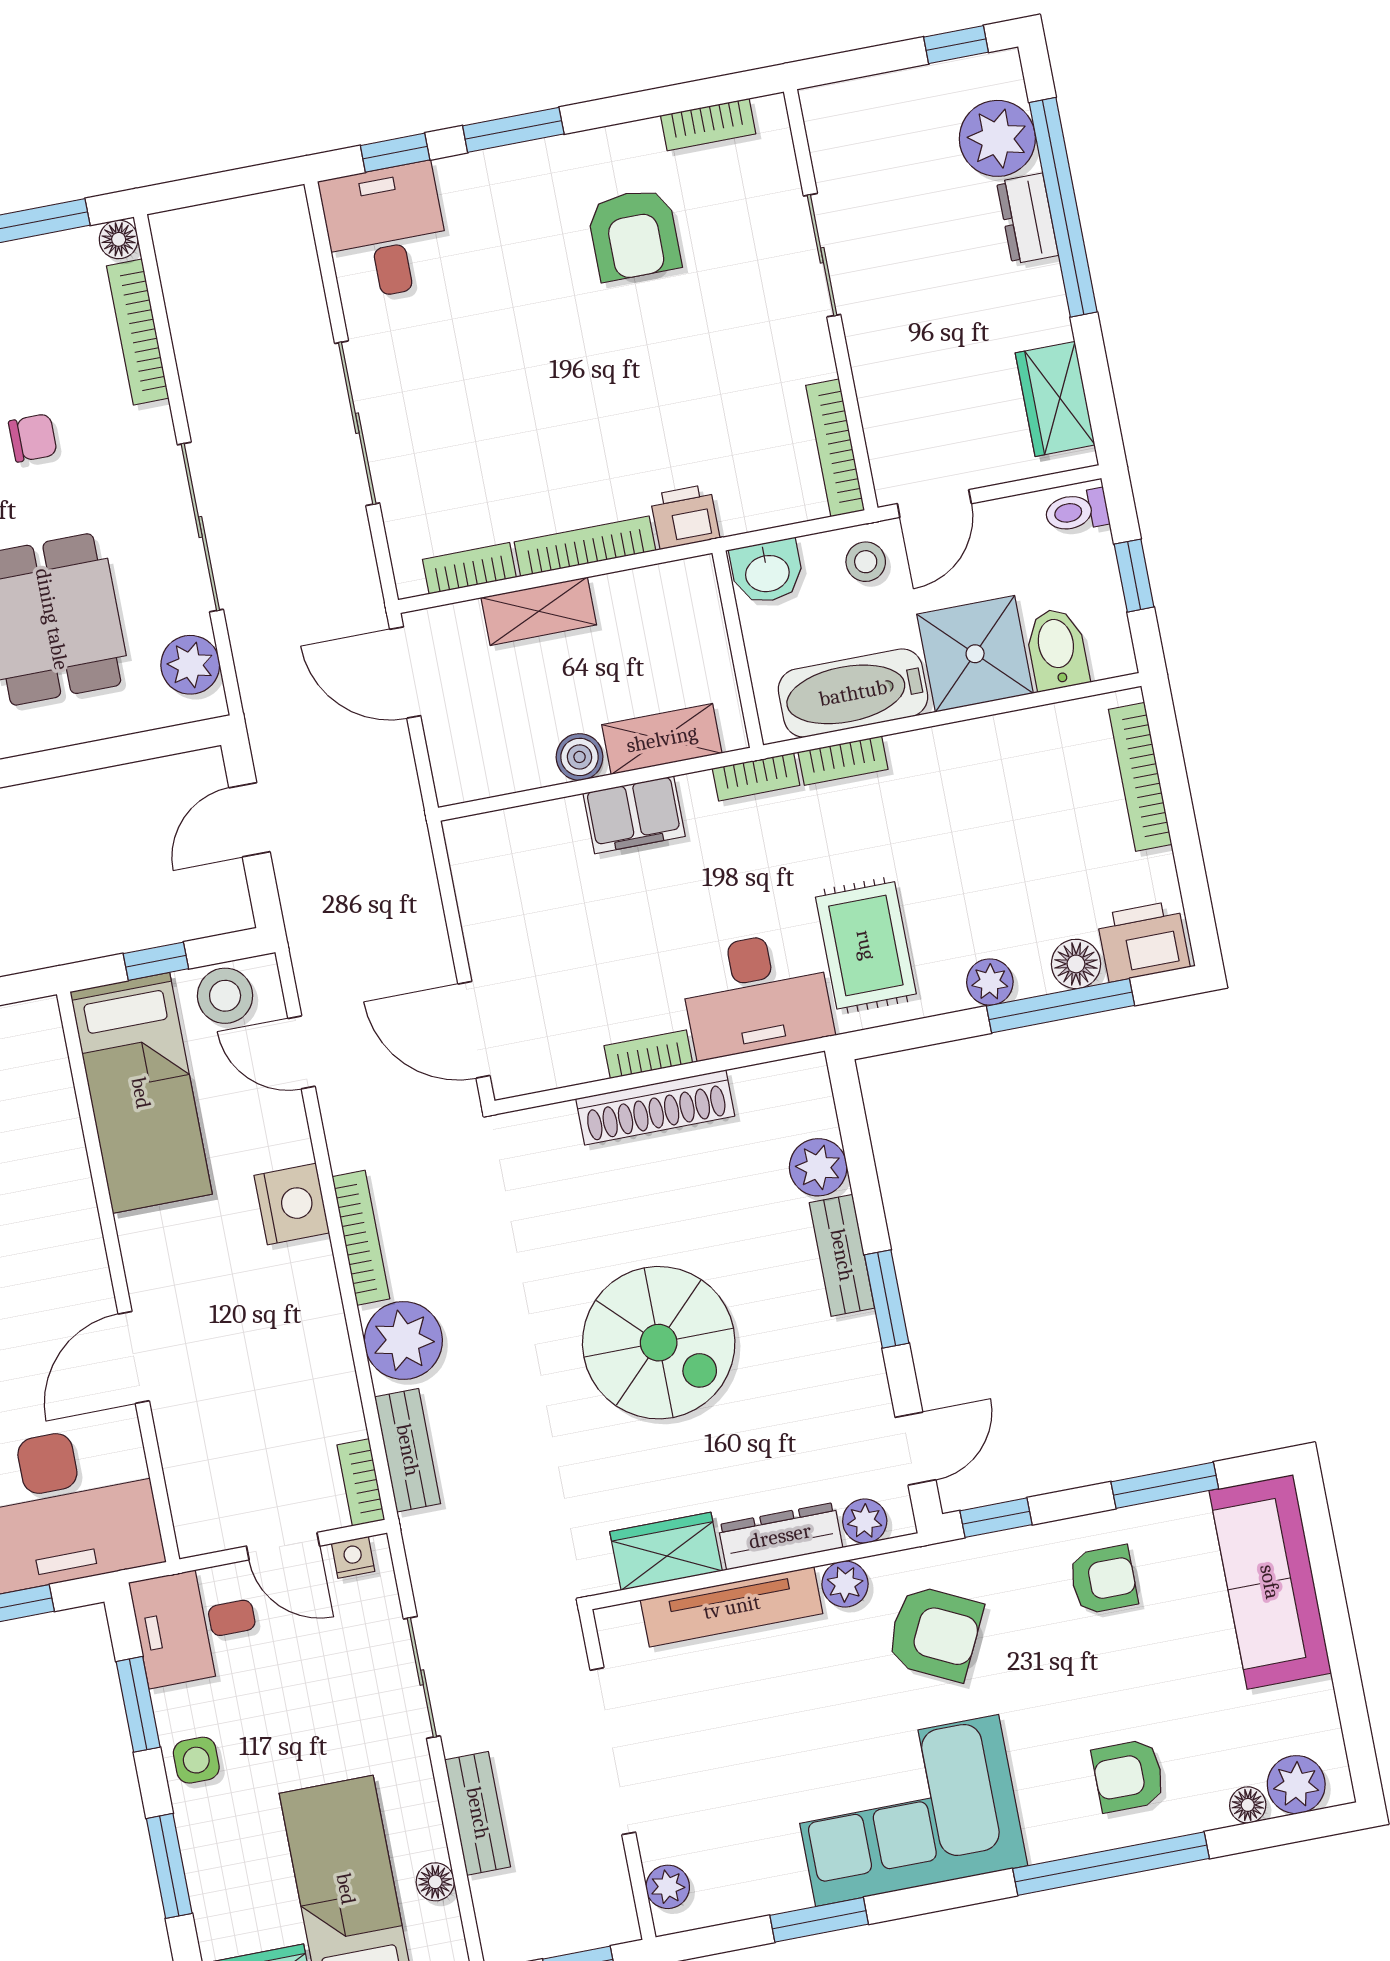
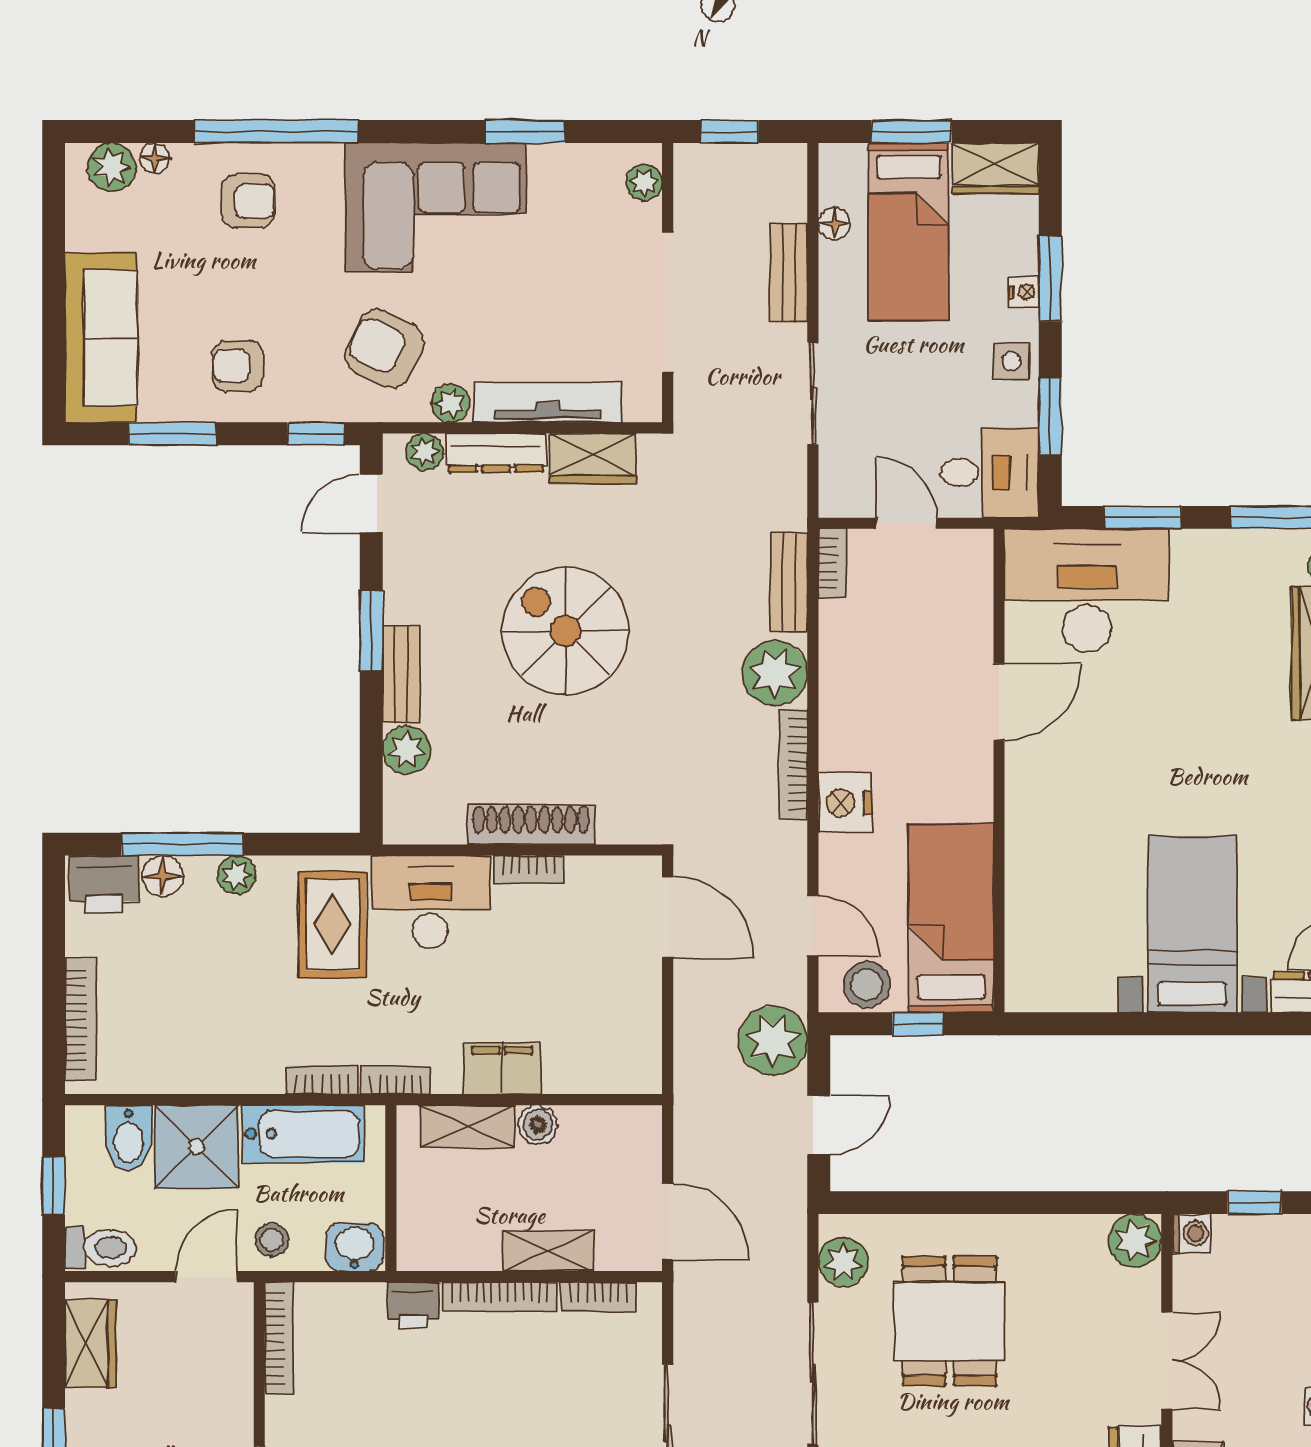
toilet: (1077, 511) -> (101, 1248), width x1.37, depth x1.39
plant: (323, 909) -> (773, 1040), added
nightstand: (353, 1557) -> (1024, 292), moved, turned -90

